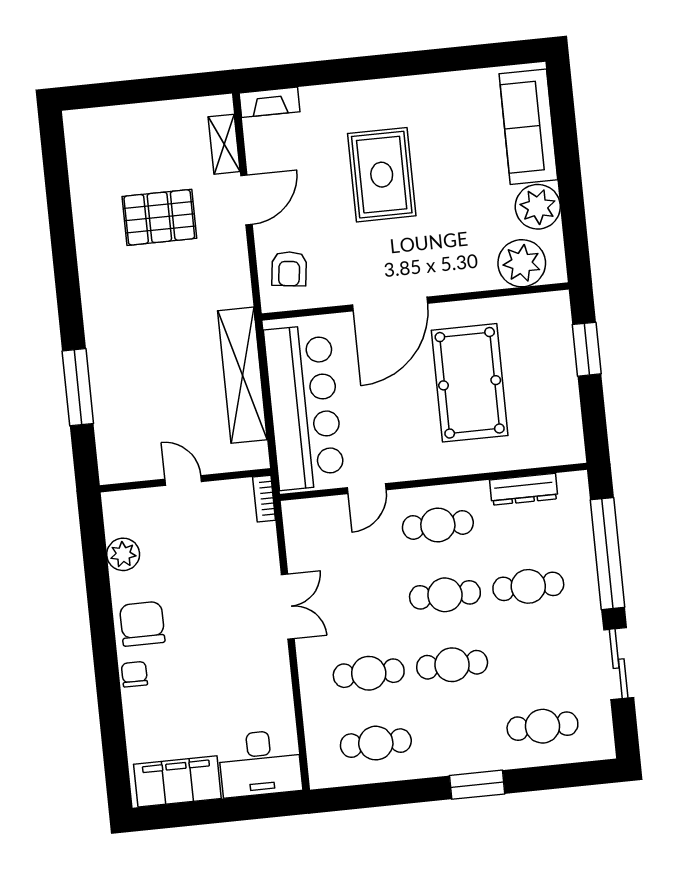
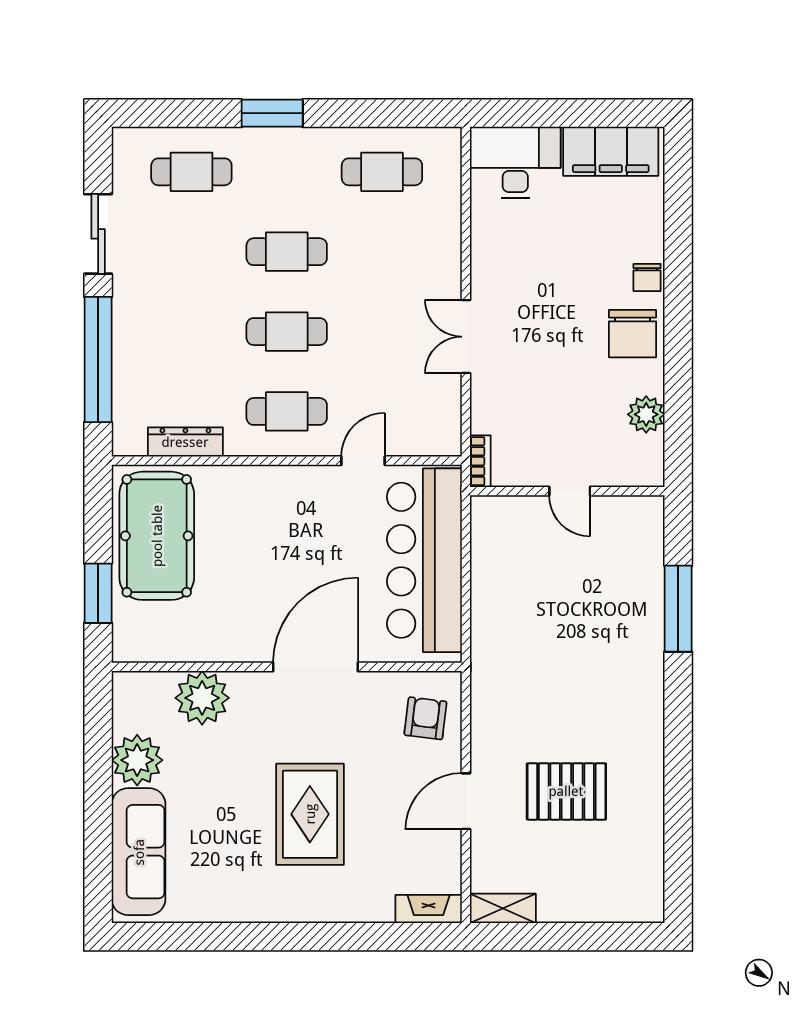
shelving: (224, 144) -> (503, 908), moved, turned 90
plant: (522, 263) -> (202, 698), moved
shelving: (242, 375) -> (491, 603), removed
pool table: (470, 383) -> (157, 536), moved
cafe table: (528, 586) -> (191, 332), removed
cafe table: (369, 673) -> (382, 252), removed

